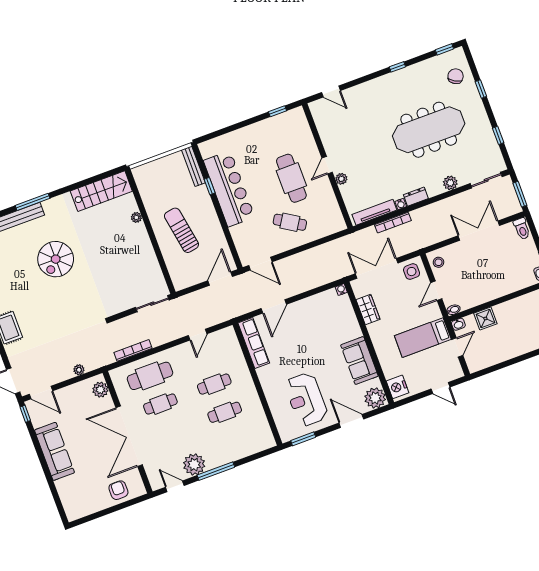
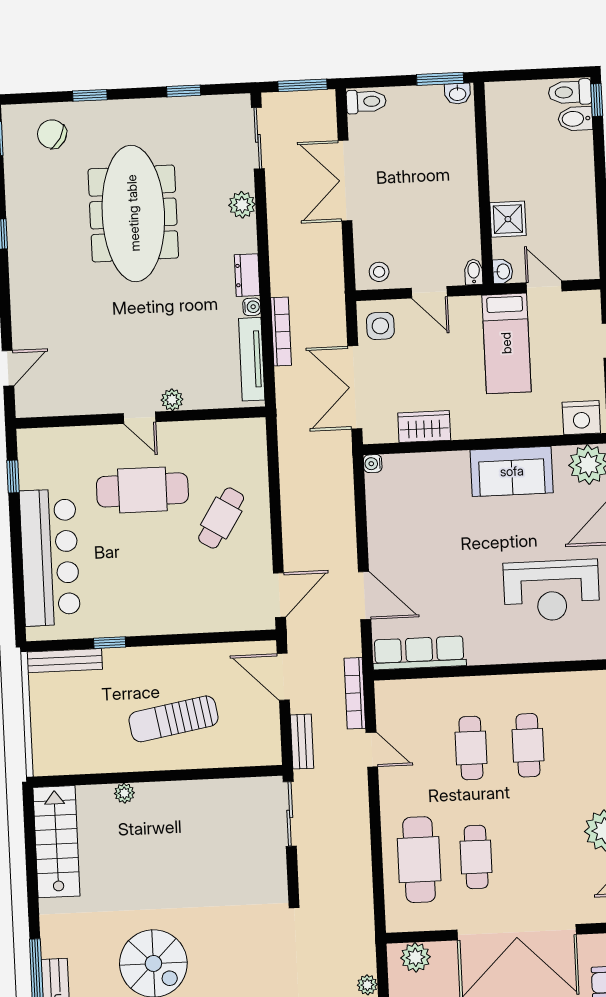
bar counter: (229, 189) -> (50, 557), moved, turned 90
bench: (191, 298) -> (302, 742), added
bookcase: (133, 350) -> (355, 693), moved

